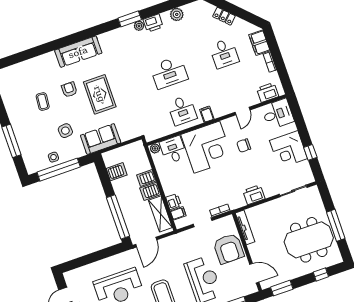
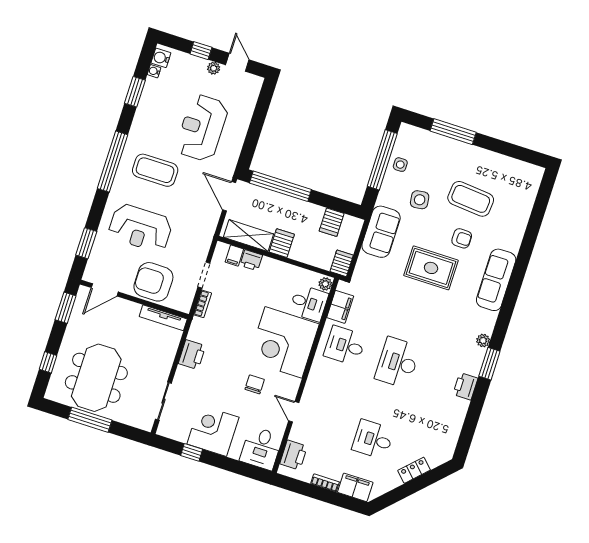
plant: (177, 14) -> (455, 420), removed
plant: (139, 26) -> (483, 341), moved
coffee table: (43, 102) -> (471, 199), width x1.86, depth x1.72
filing cabinet: (207, 114) -> (340, 307), moved, width x2.00
server rack: (146, 178) -> (342, 263), moved

